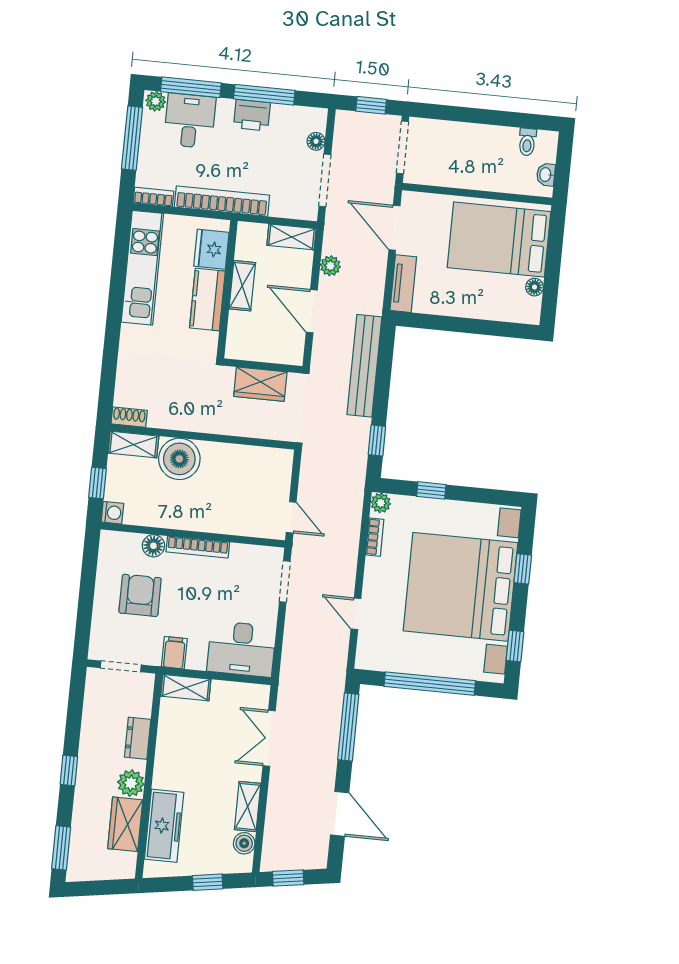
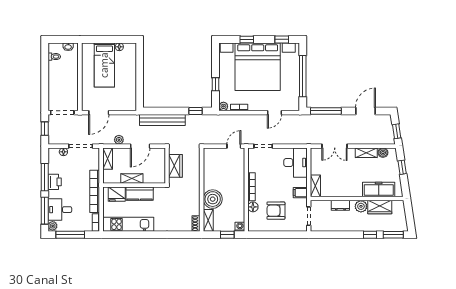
bed: (499, 240) -> (104, 65), width x0.67
tv unit: (403, 284) -> (124, 106), removed
window: (69, 770) -> (370, 235), moved

